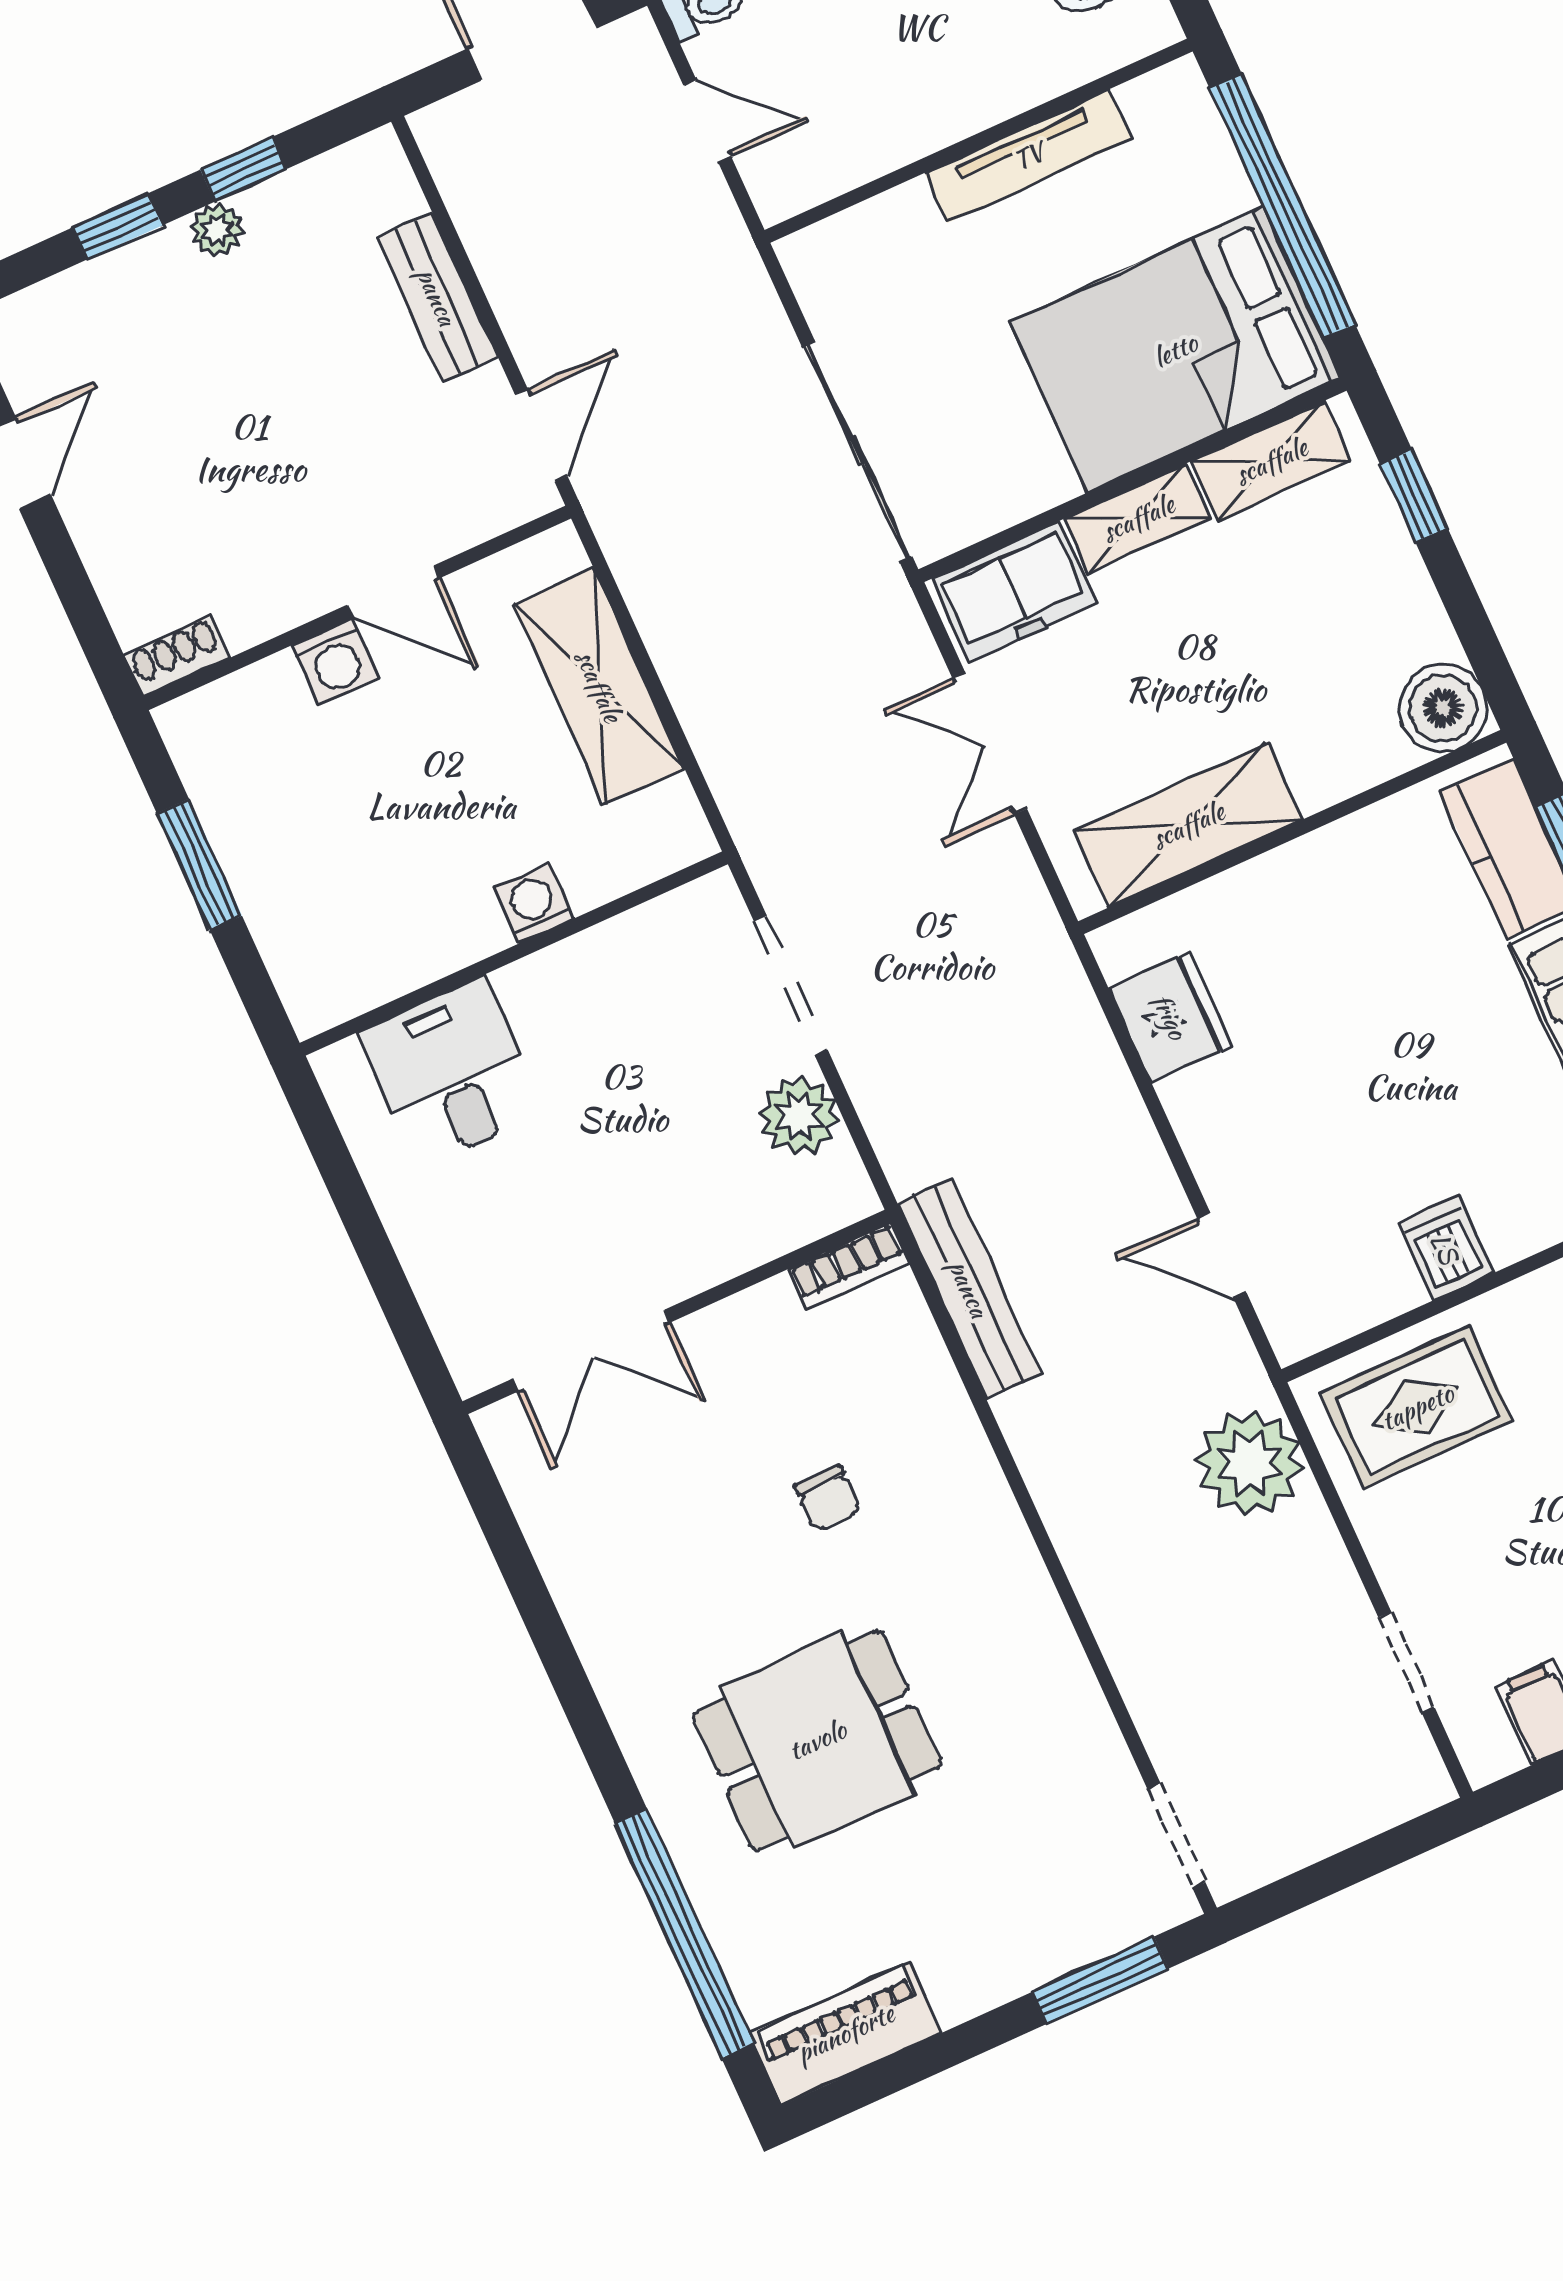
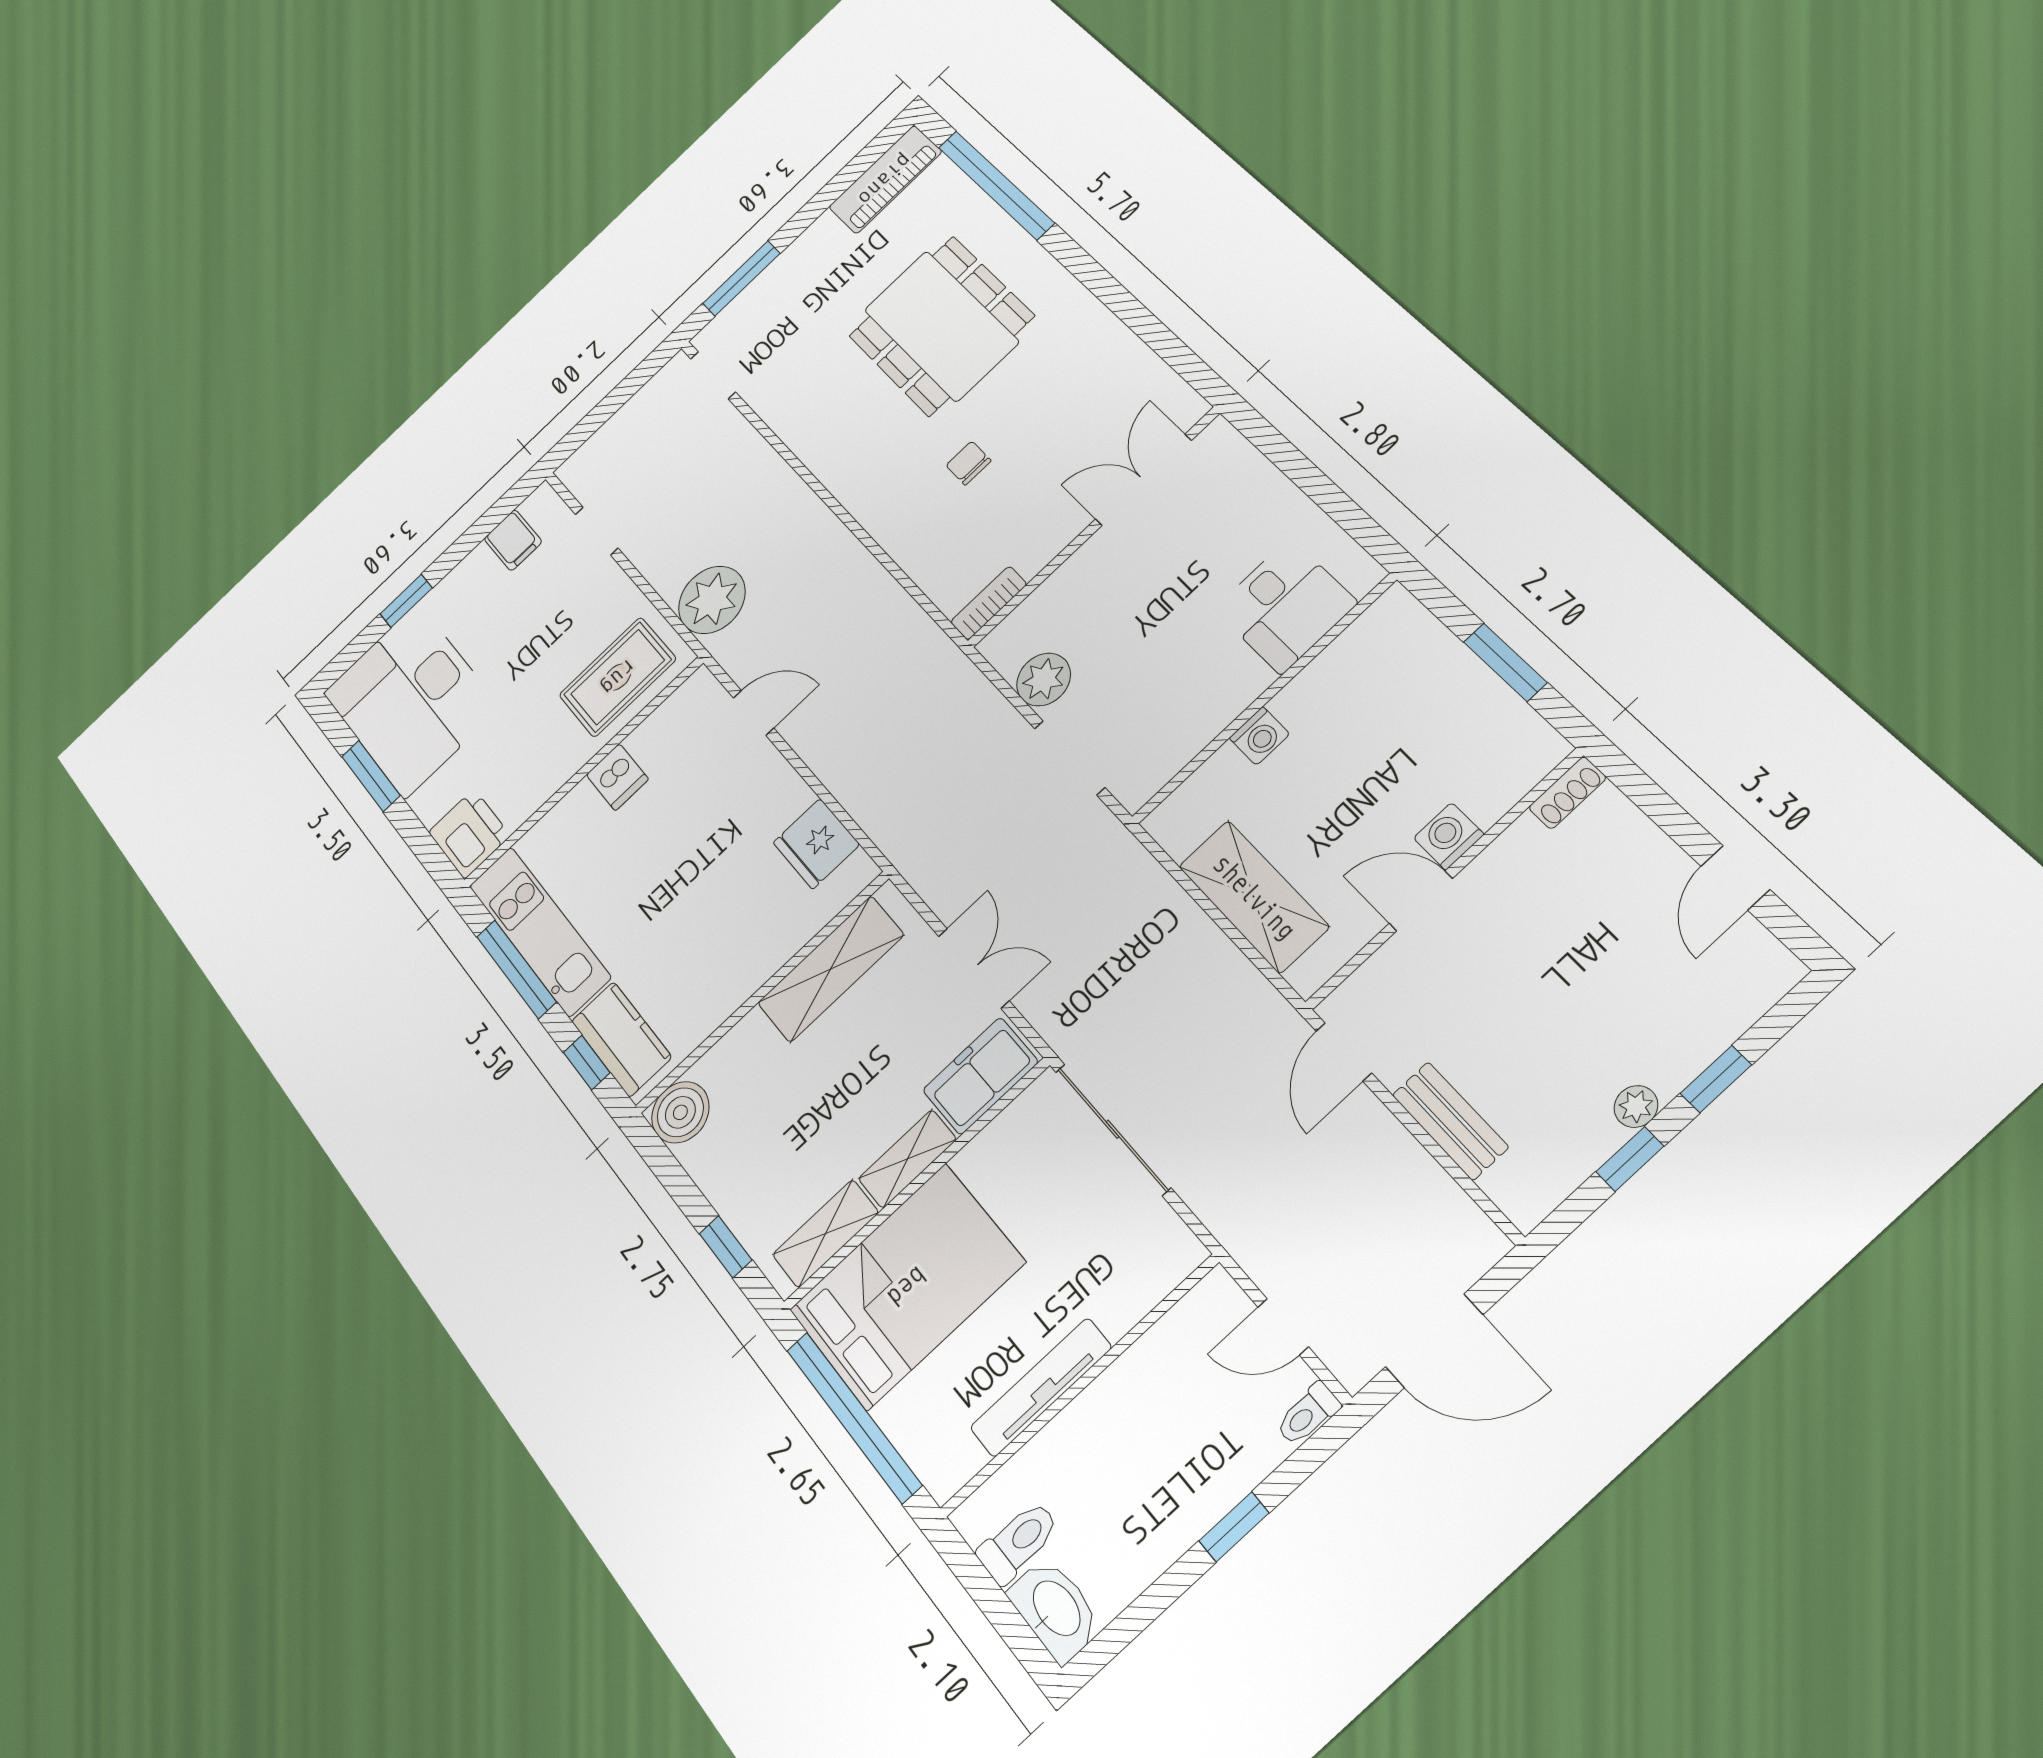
bench: (969, 1289) -> (908, 624), removed
dining table: (817, 1740) -> (941, 326), width x1.38

